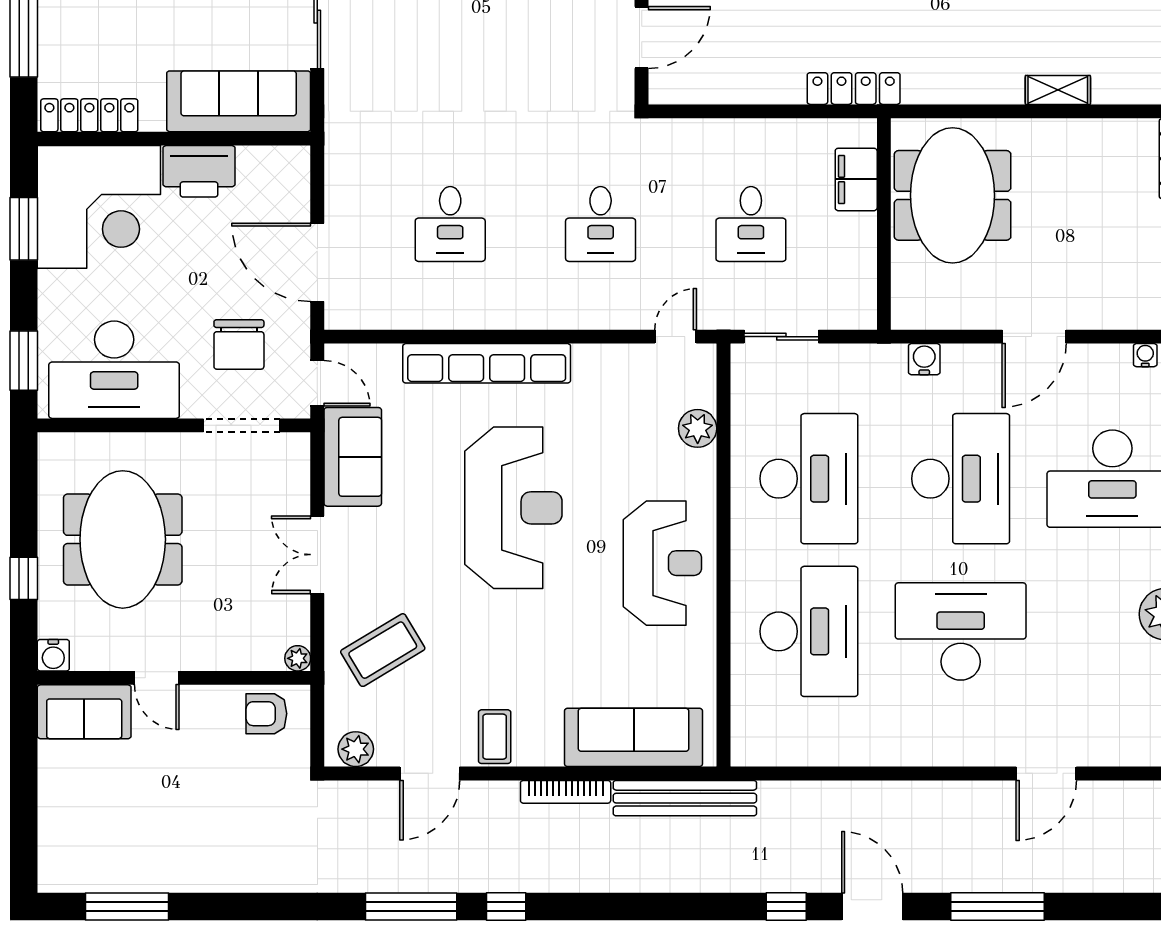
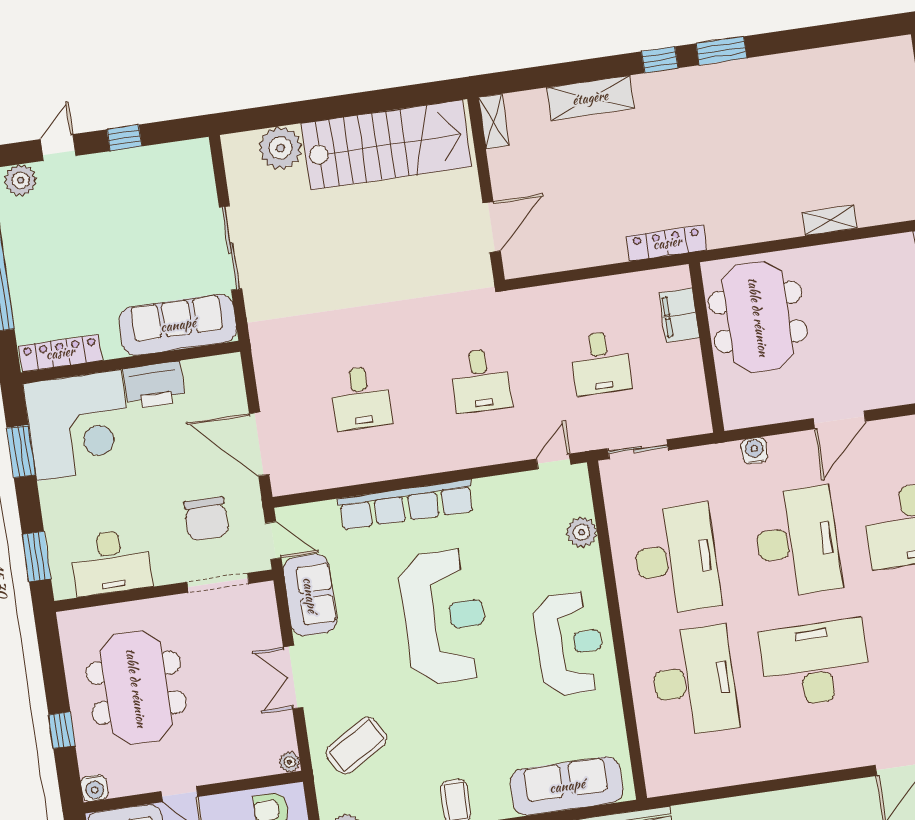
desk: (114, 370) -> (111, 562), width x0.73, depth x0.77

